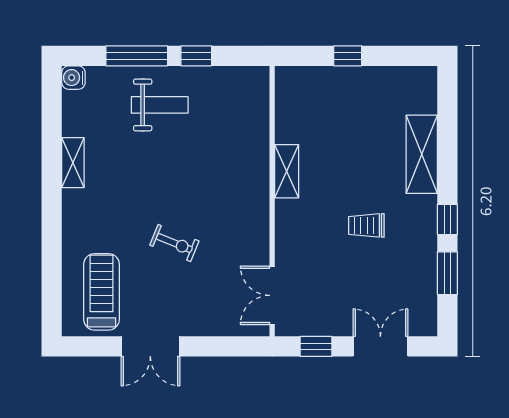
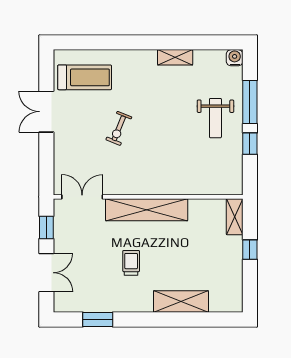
shelving: (301, 78) -> (235, 217), added
shelving: (287, 171) -> (147, 210), width x2.20, depth x1.33
window: (447, 219) -> (135, 320), removed

